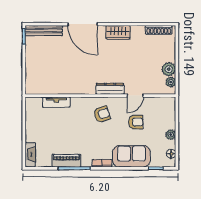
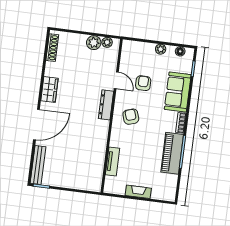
fireplace: (30, 154) -> (138, 192), moved
piano: (66, 161) -> (172, 153), width x1.37, depth x1.33

